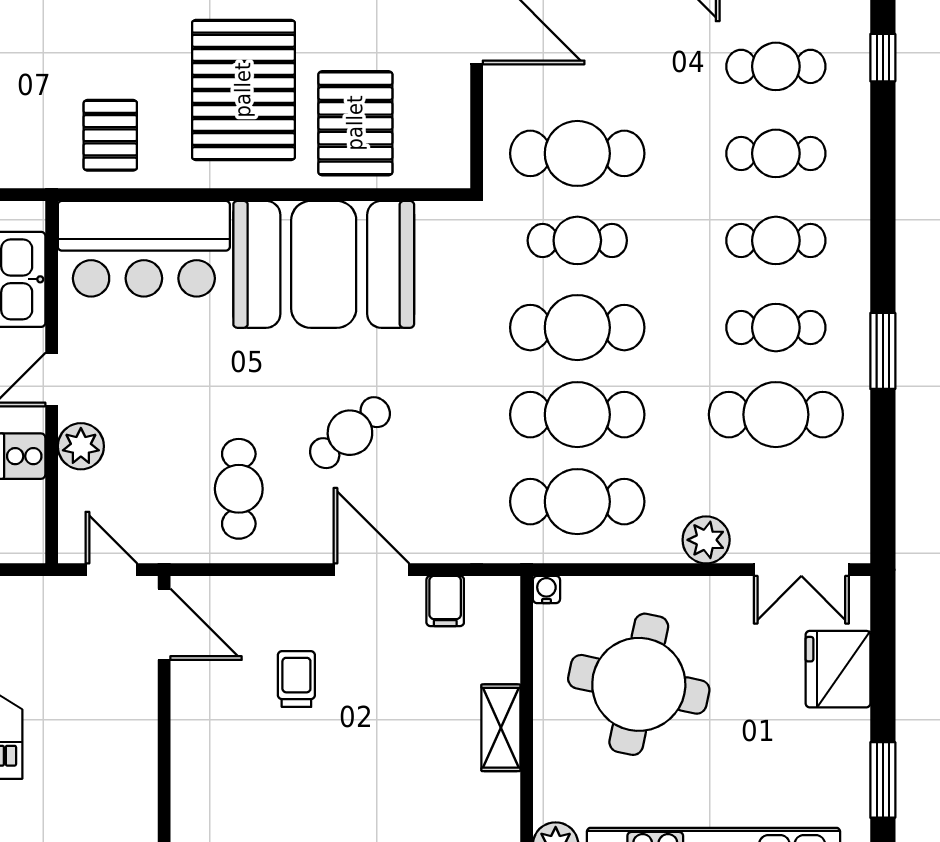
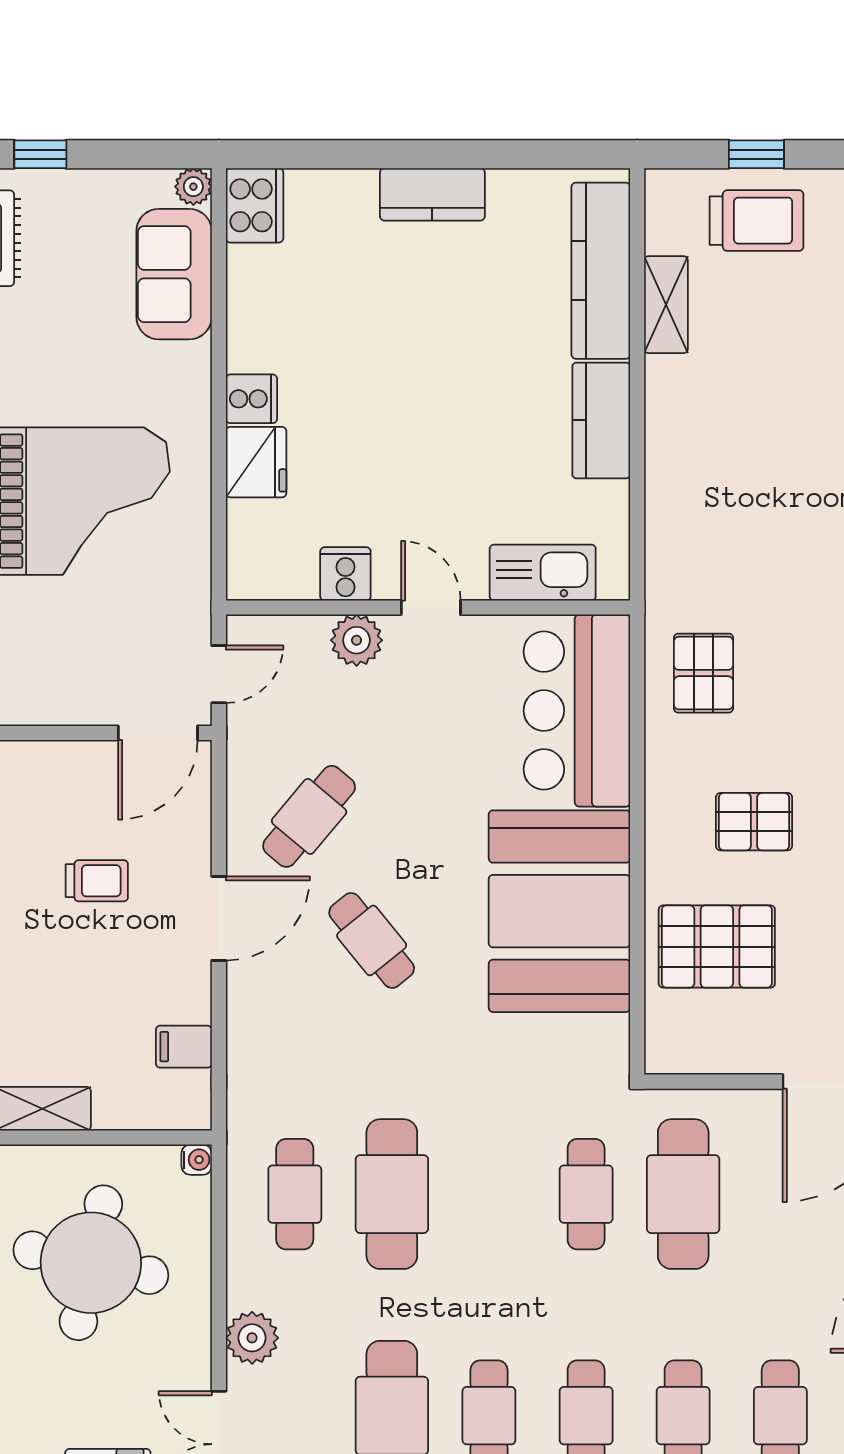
pallet: (243, 90) -> (754, 822), width x0.49, depth x0.50
pallet: (110, 135) -> (703, 673), turned 90
cafe table: (577, 328) -> (489, 1194), removed
cafe table: (239, 489) -> (309, 816), turned -50
cafe table: (577, 502) -> (295, 1194), width x0.73, depth x0.74
door: (371, 570) -> (219, 918), moved

